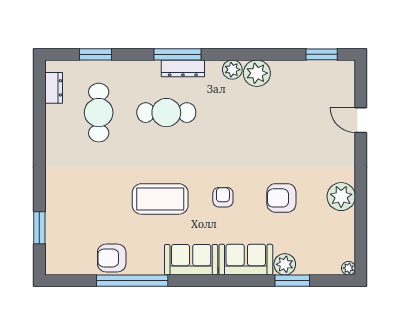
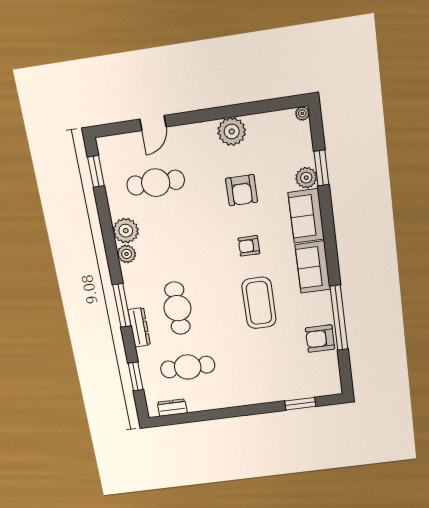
dresser: (183, 68) -> (139, 327), moved
cafe table: (302, 113) -> (156, 183), added
armchair: (112, 258) -> (320, 339), turned 90

